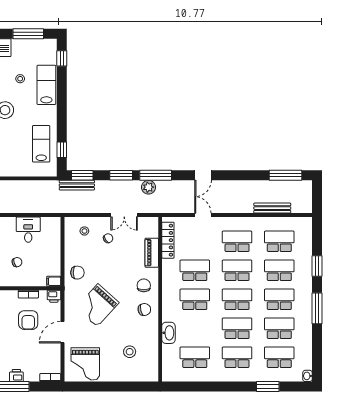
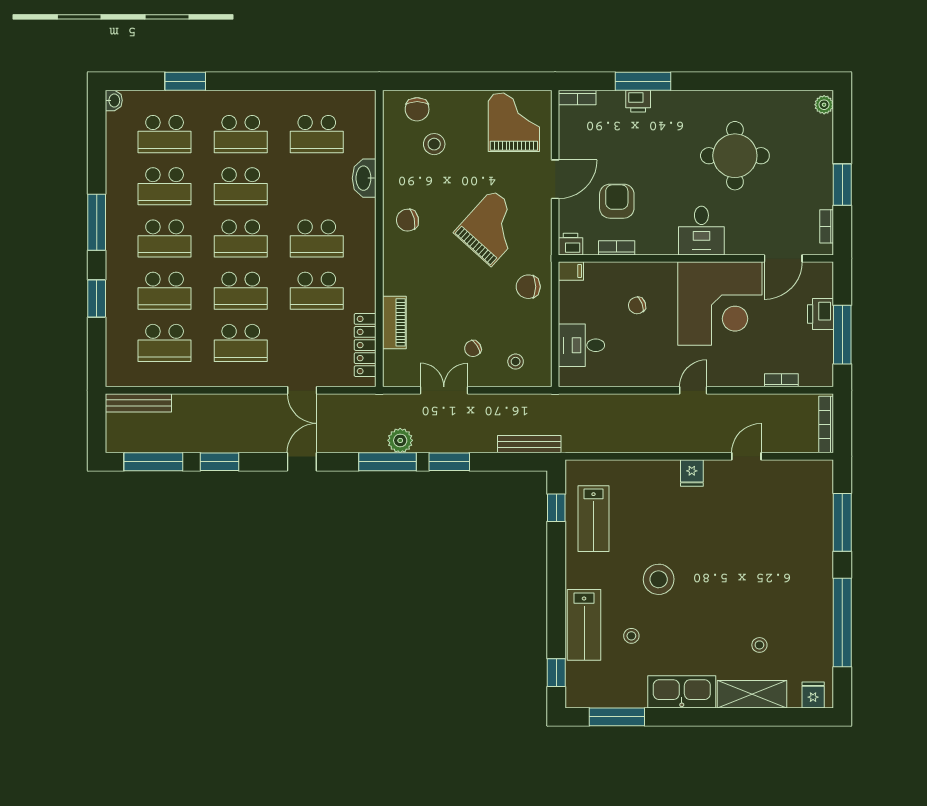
window: (82, 175) -> (220, 462), moved
bench: (272, 208) -> (138, 403), moved
desk: (28, 230) -> (581, 345), moved, turned 90
chair: (144, 285) -> (417, 109), moved

